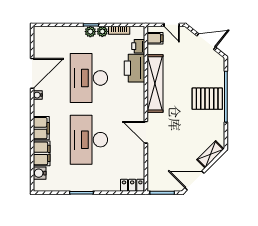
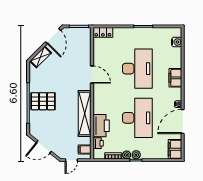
door: (172, 25) -> (71, 160), swing flipped
filing cabinet: (42, 153) -> (175, 149), moved
door: (195, 181) -> (53, 36), hinge flipped

